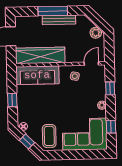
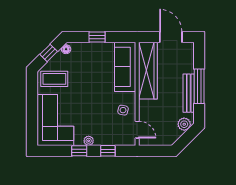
plant: (96, 33) -> (184, 124), moved
window: (111, 127) -> (79, 151), moved

